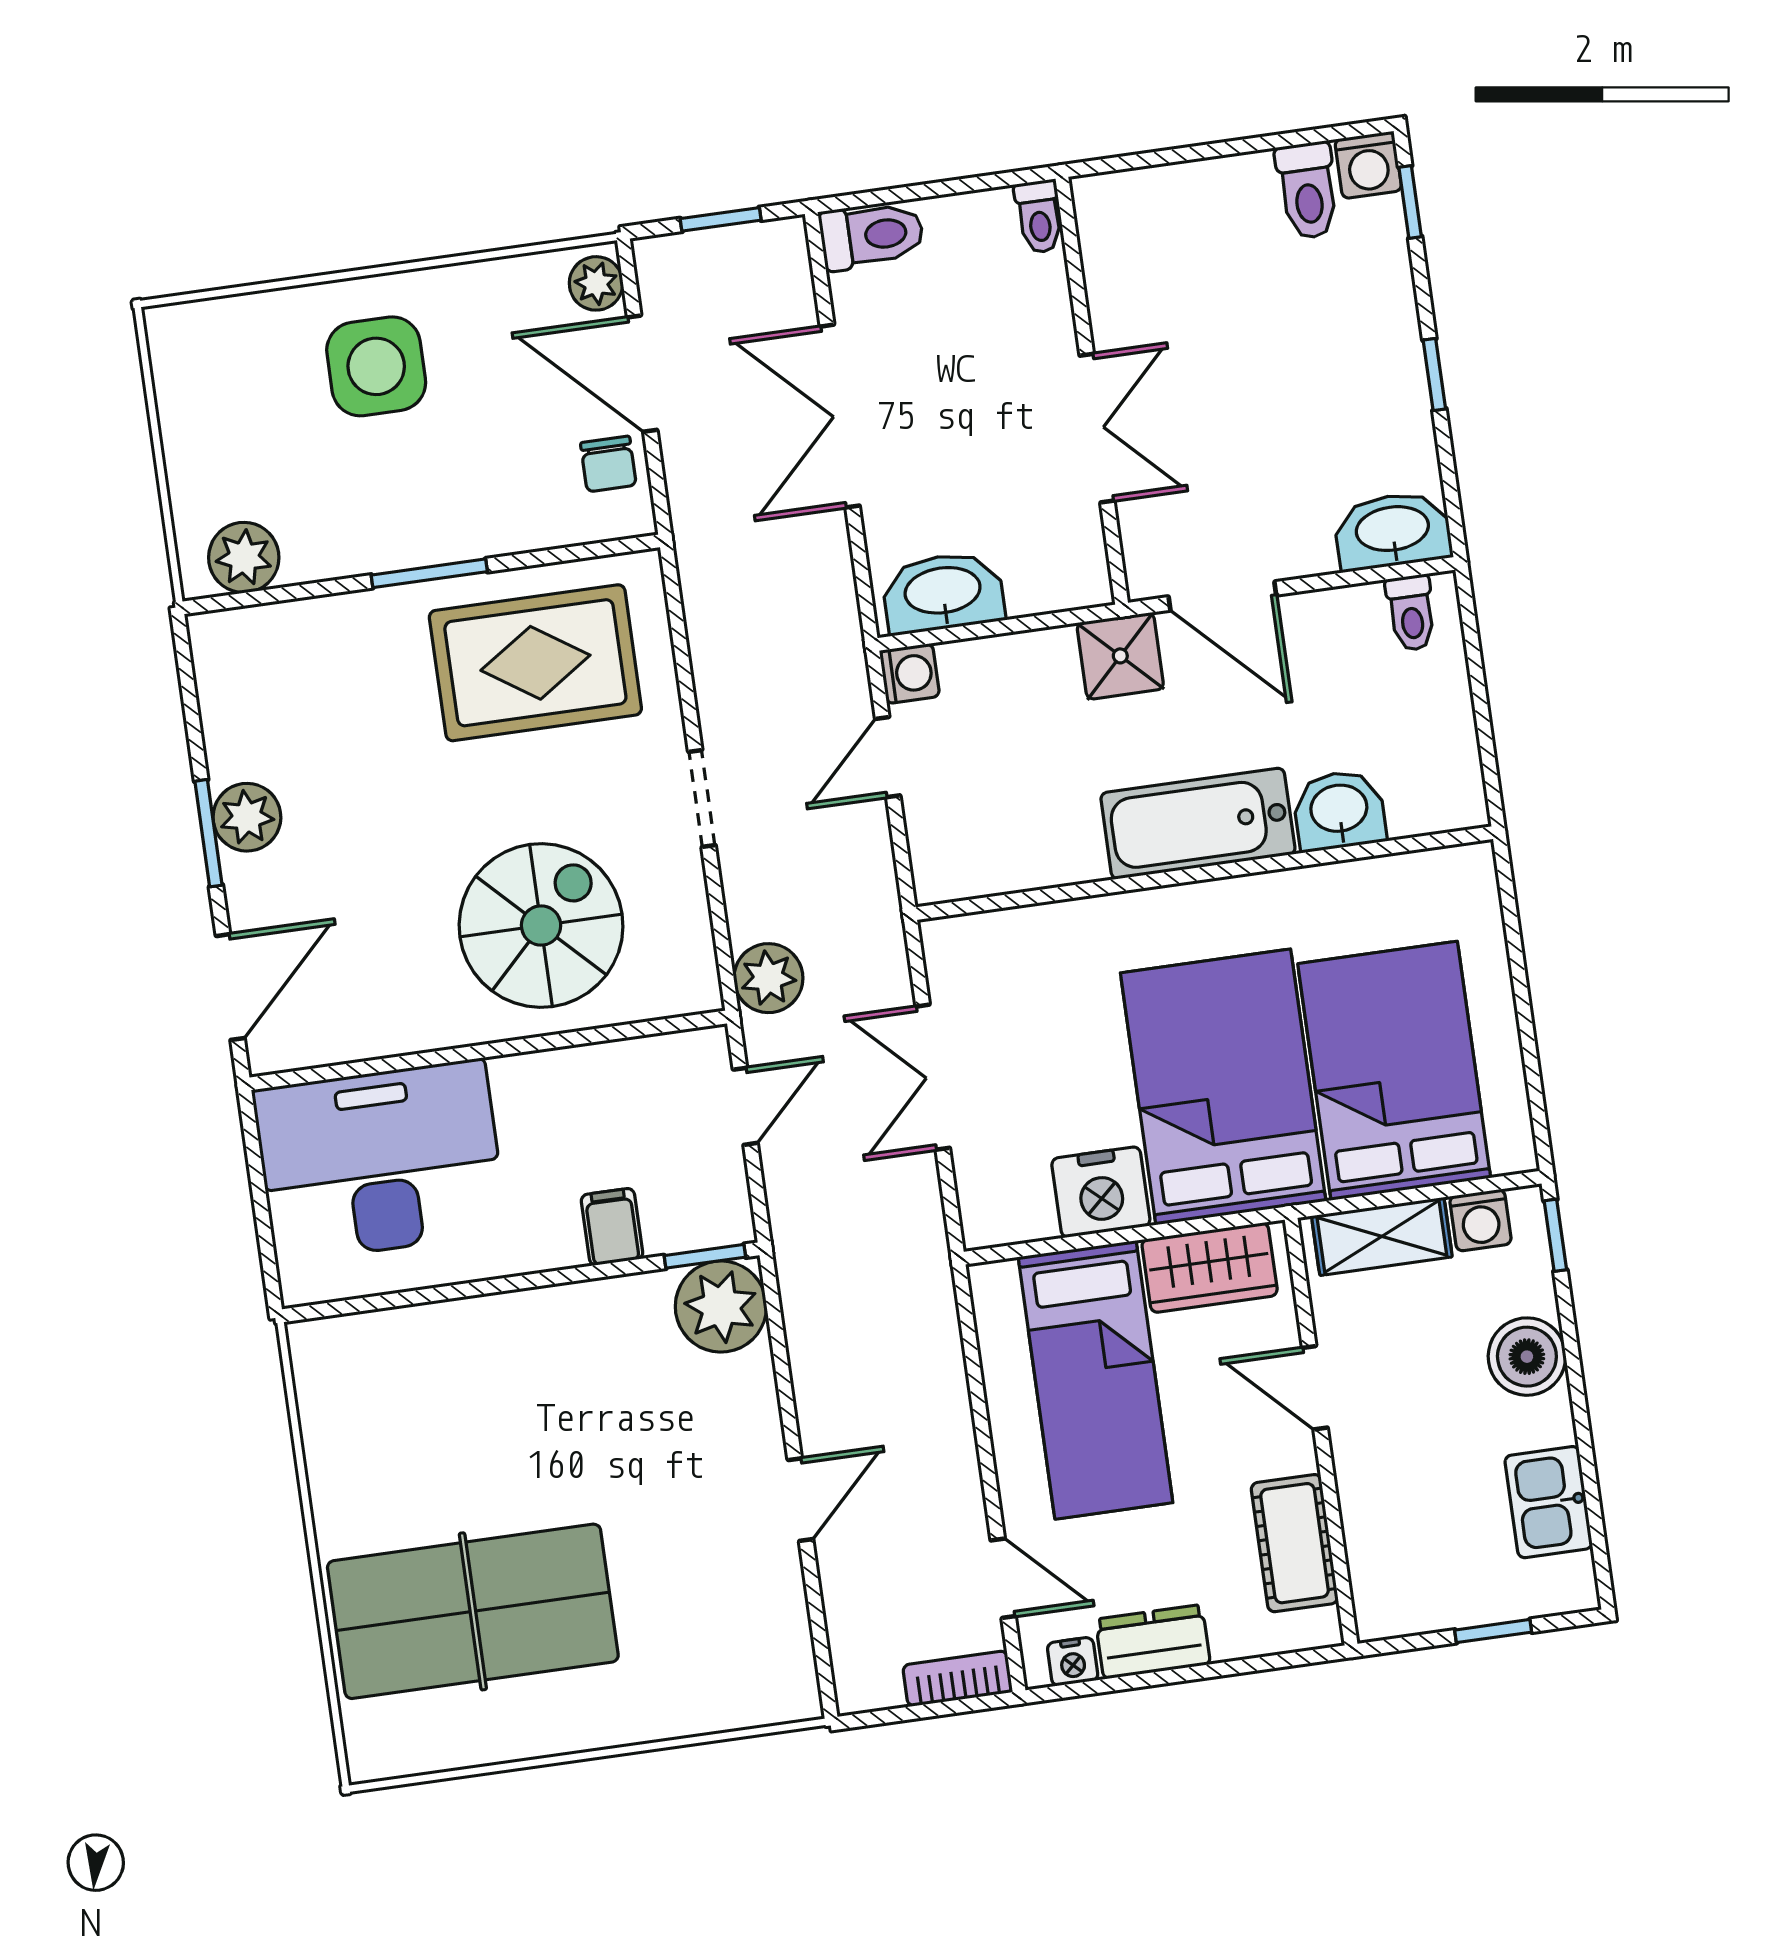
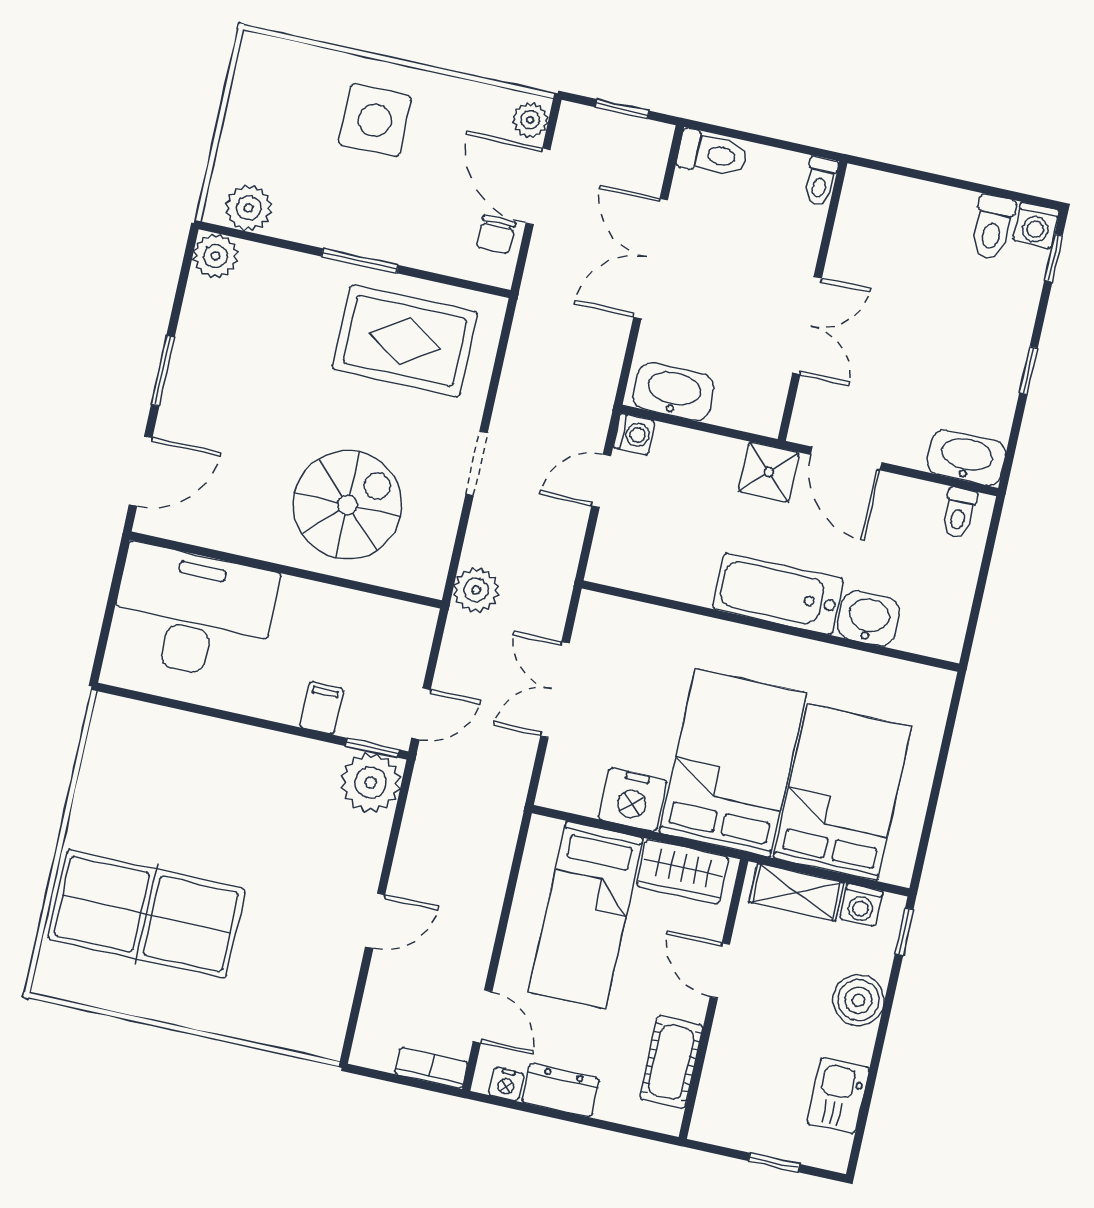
plant: (247, 817) -> (216, 256), moved
door: (745, 1106) -> (421, 714), moved

